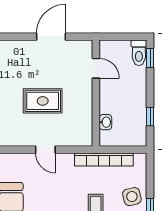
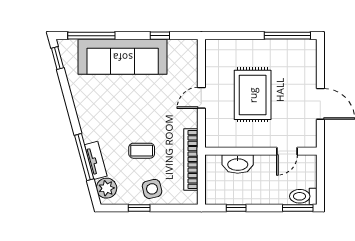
window: (150, 58) -> (298, 208), width x1.50
rug: (43, 101) -> (253, 95), width x1.36, depth x1.43
washbasin: (105, 122) -> (238, 164), width x1.91, depth x1.45

